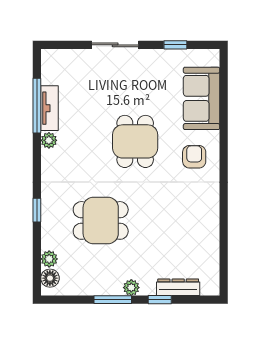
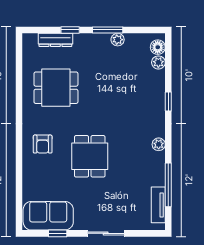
sofa: (202, 98) -> (48, 216), moved, turned -90
tv unit: (49, 108) -> (158, 205), moved
plant: (49, 140) -> (159, 144), moved
dining table: (101, 220) -> (56, 88), moved
plant: (131, 288) -> (118, 40), moved

